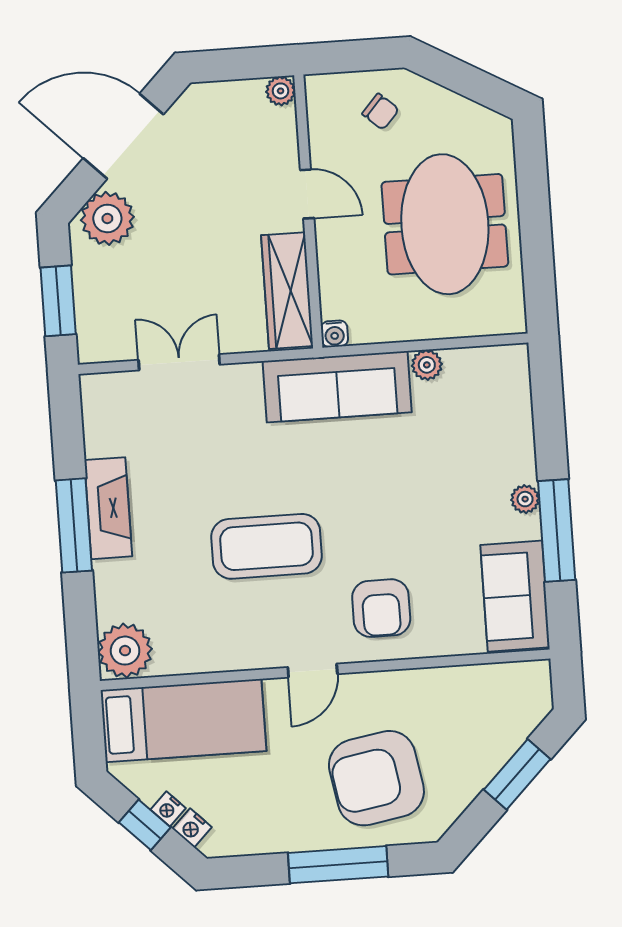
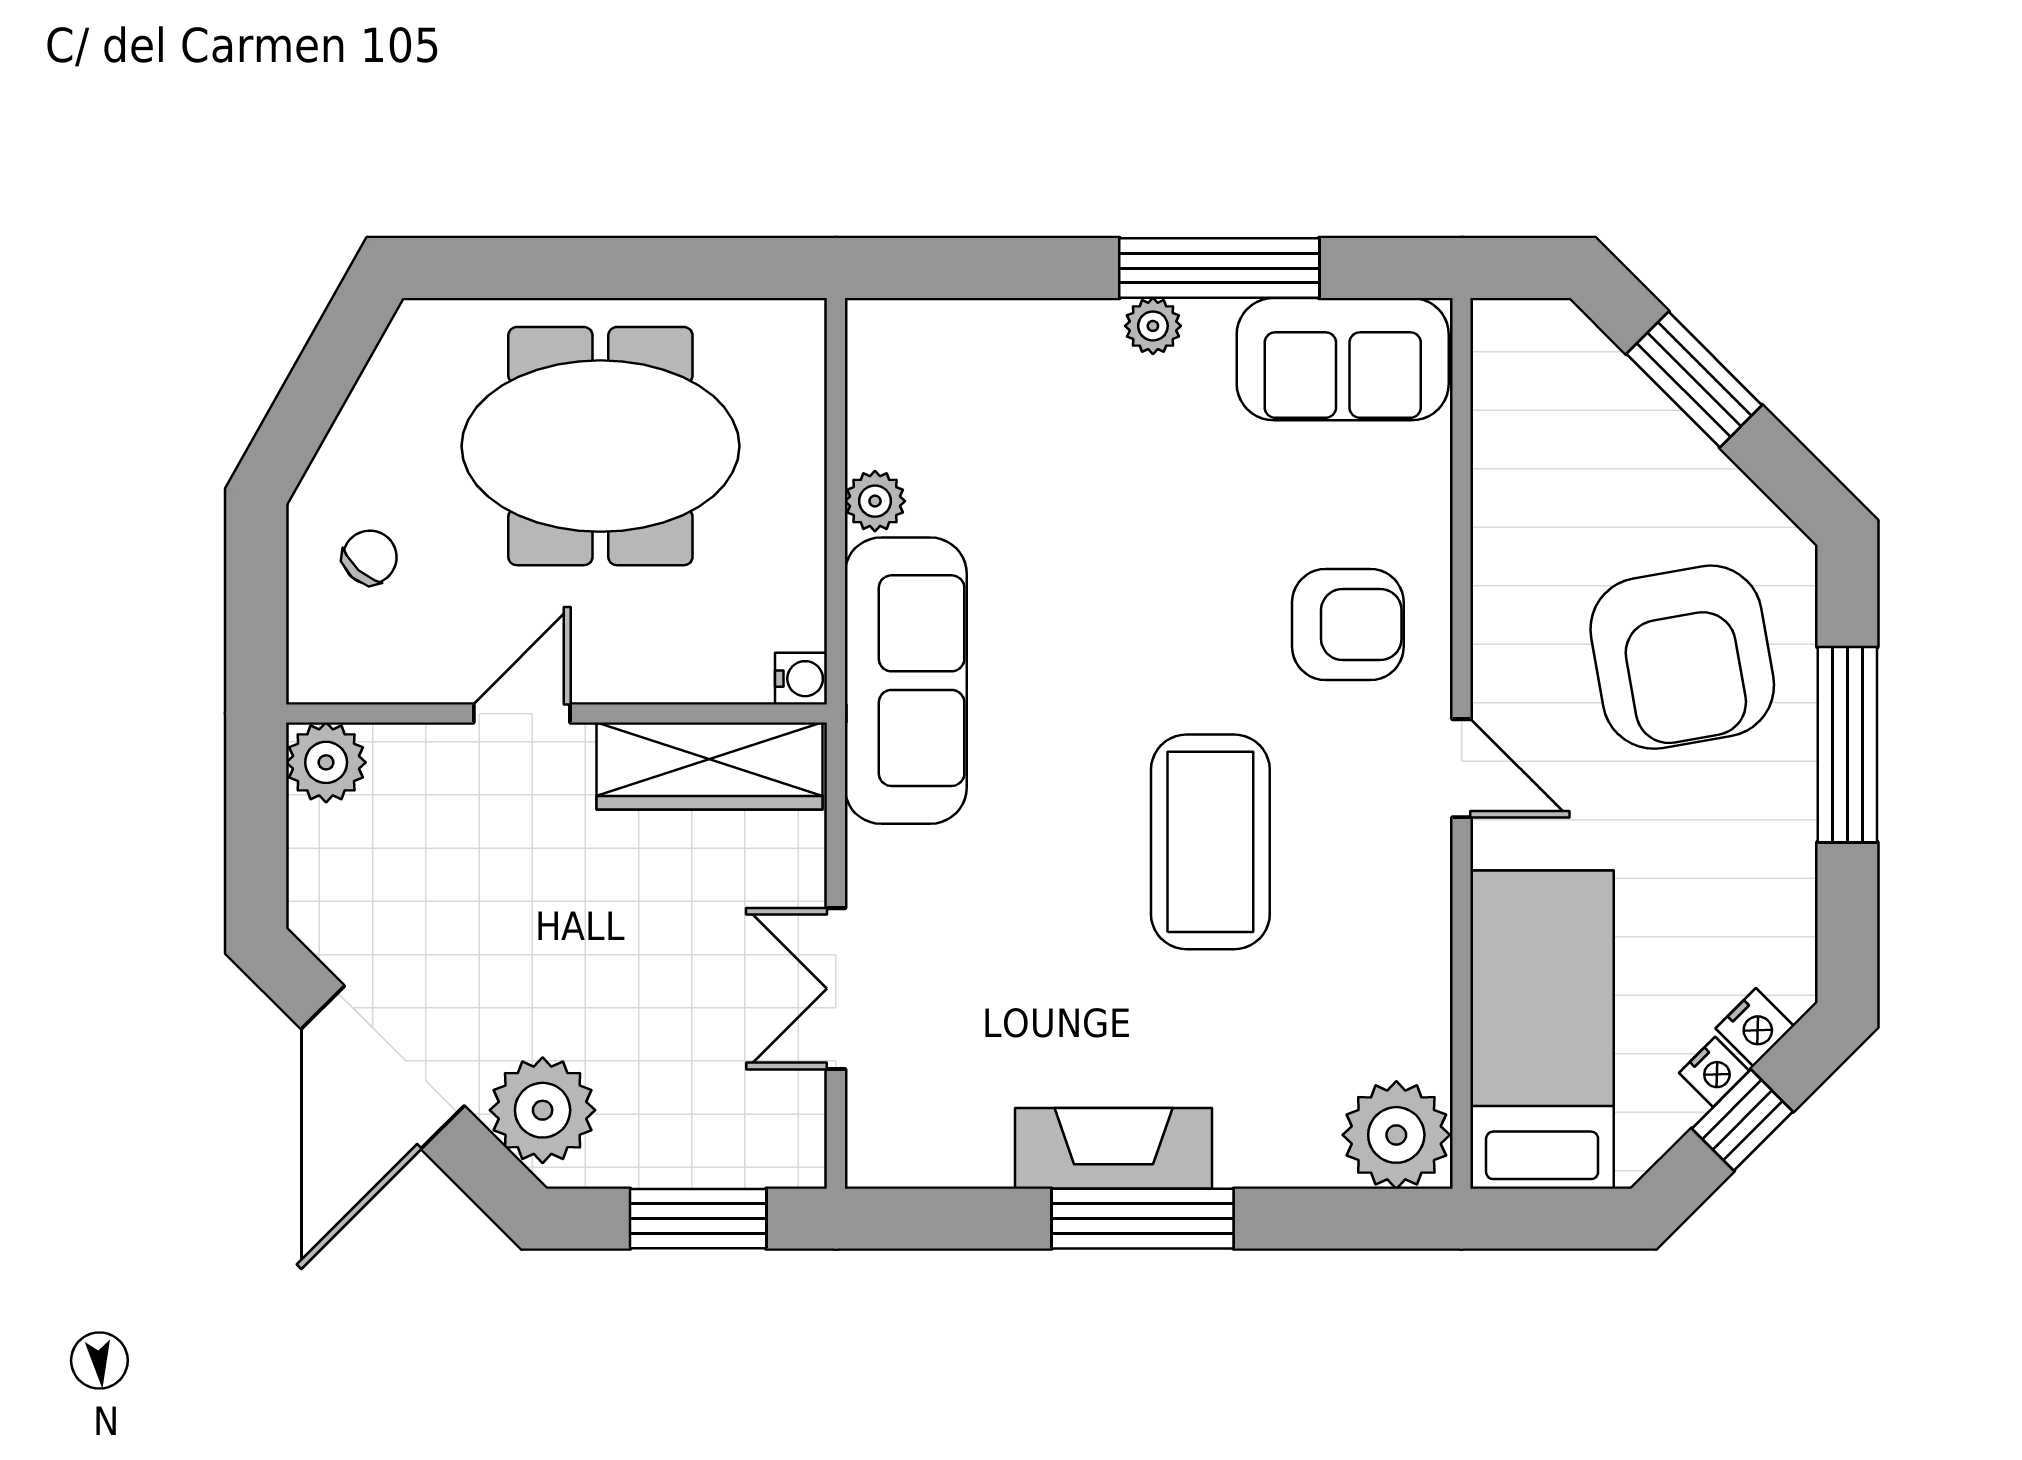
plant: (281, 91) -> (326, 762), width x1.38, depth x1.38

